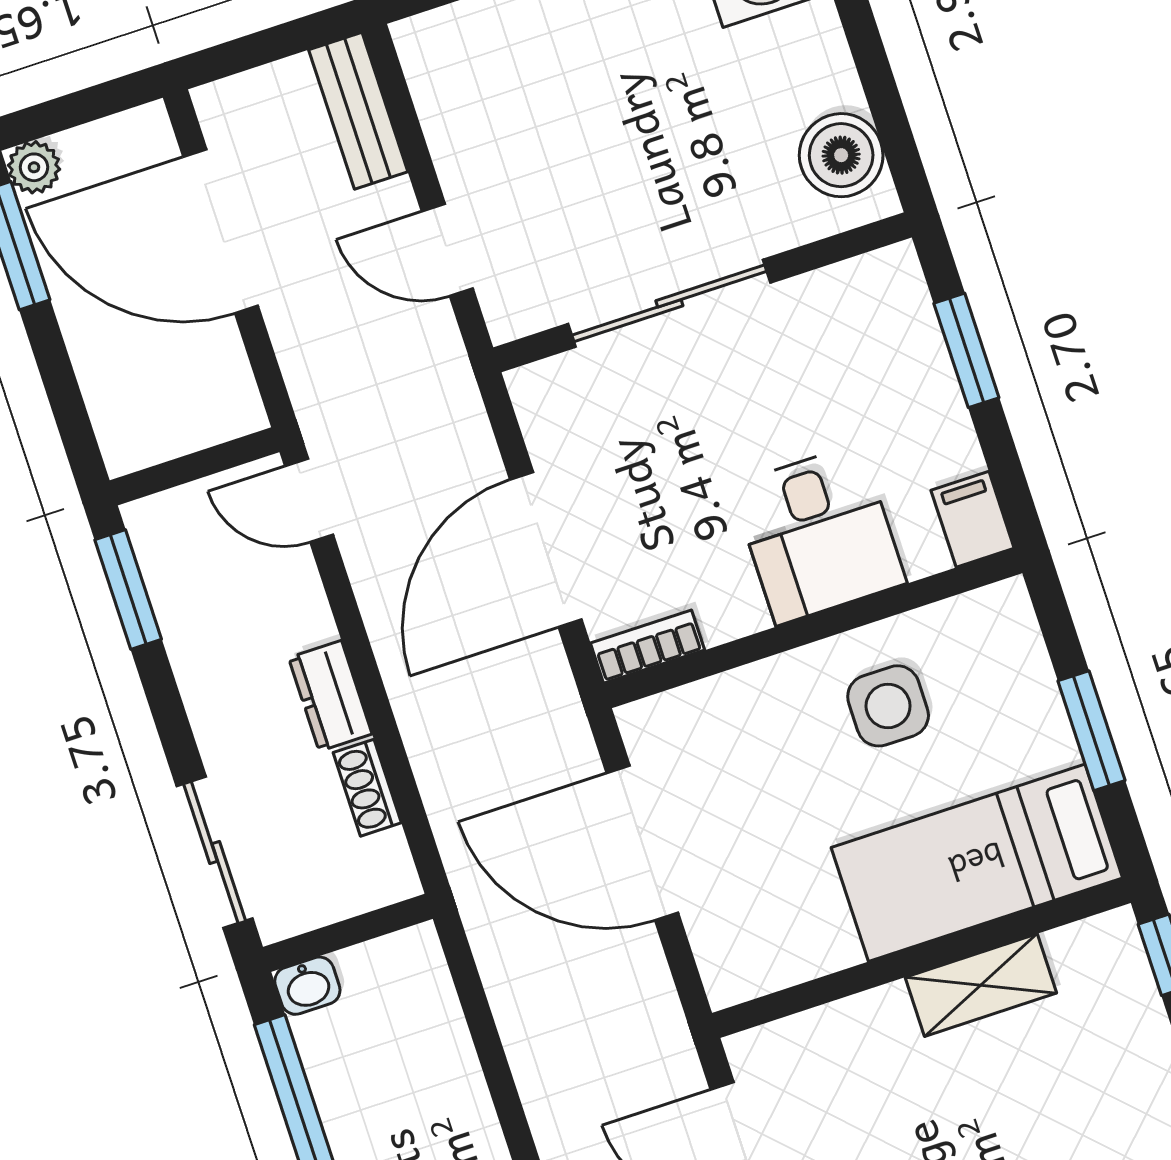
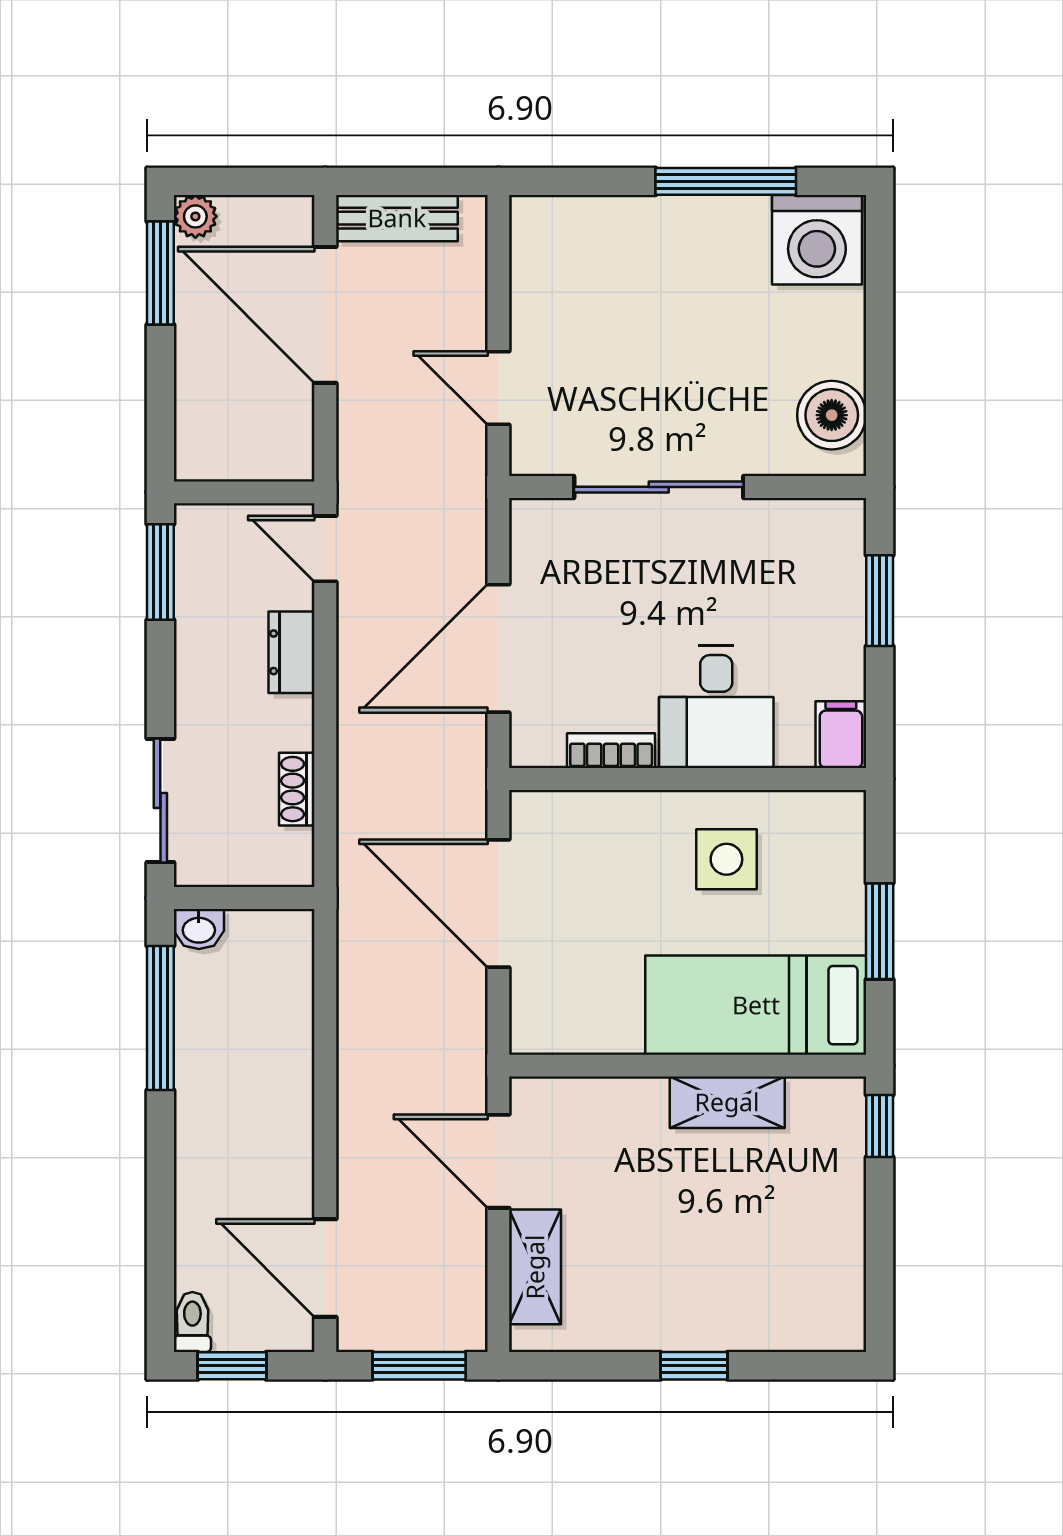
bench: (358, 111) -> (397, 218), moved, turned 90
bookcase: (647, 647) -> (611, 751), moved
dresser: (330, 696) -> (292, 652), moved

